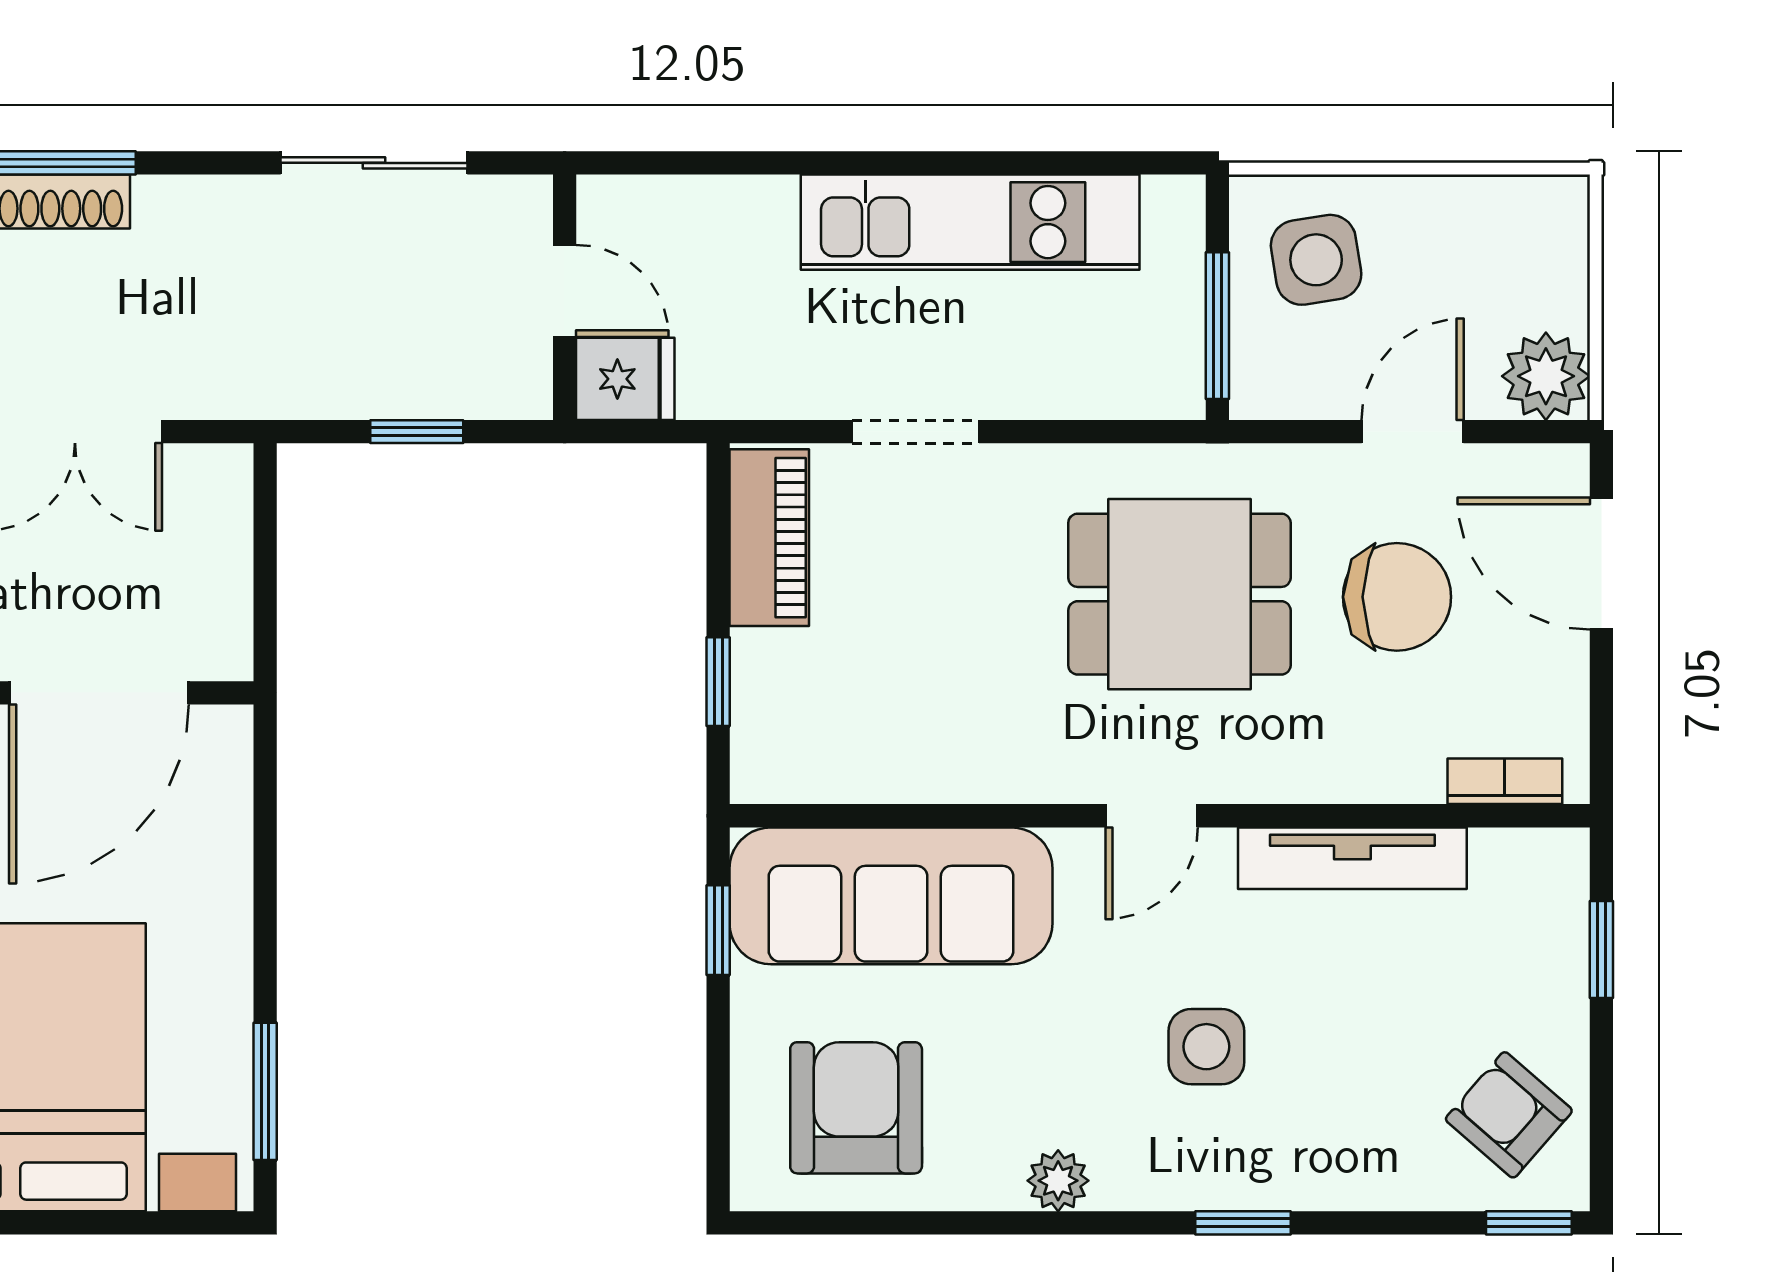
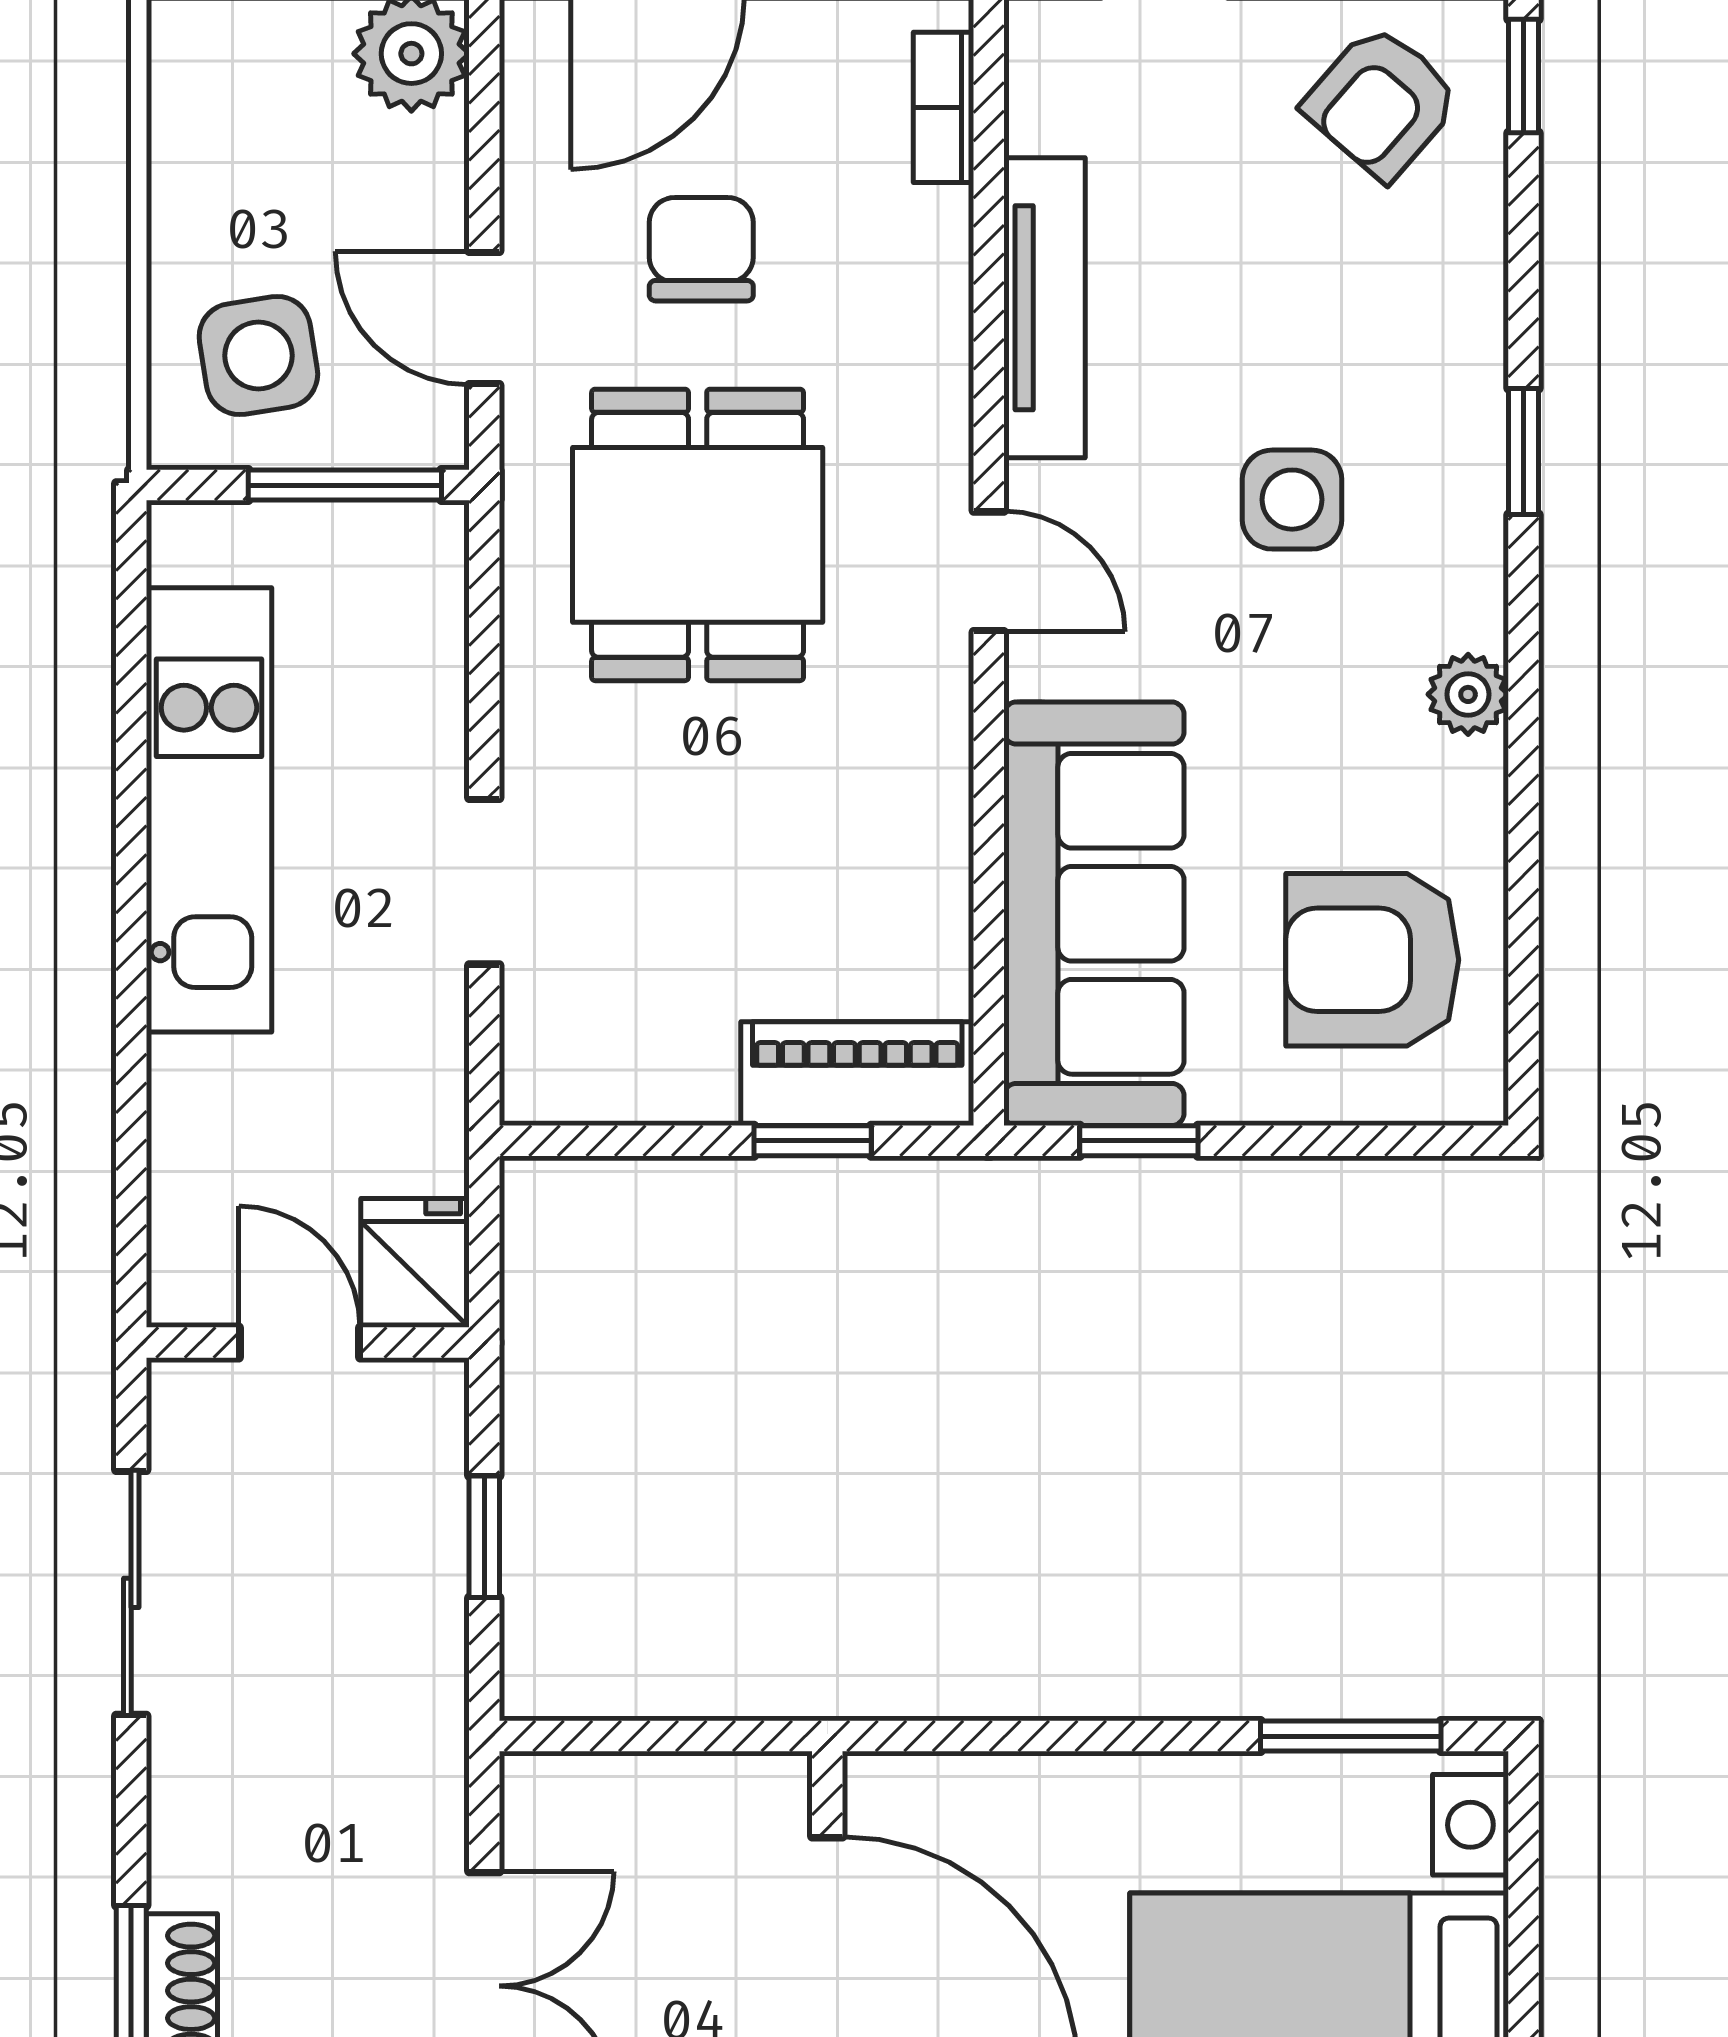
door: (565, 291) -> (299, 1343), hinge flipped
door: (1413, 432) -> (484, 318), moved
piano: (769, 538) -> (857, 1074), moved
chair: (1397, 597) -> (701, 249), width x0.73, depth x0.73

